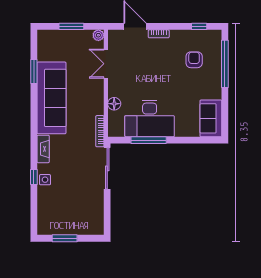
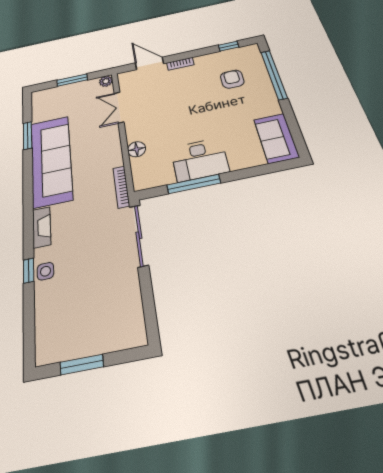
desk: (150, 118) -> (200, 160), width x0.73, depth x0.77

